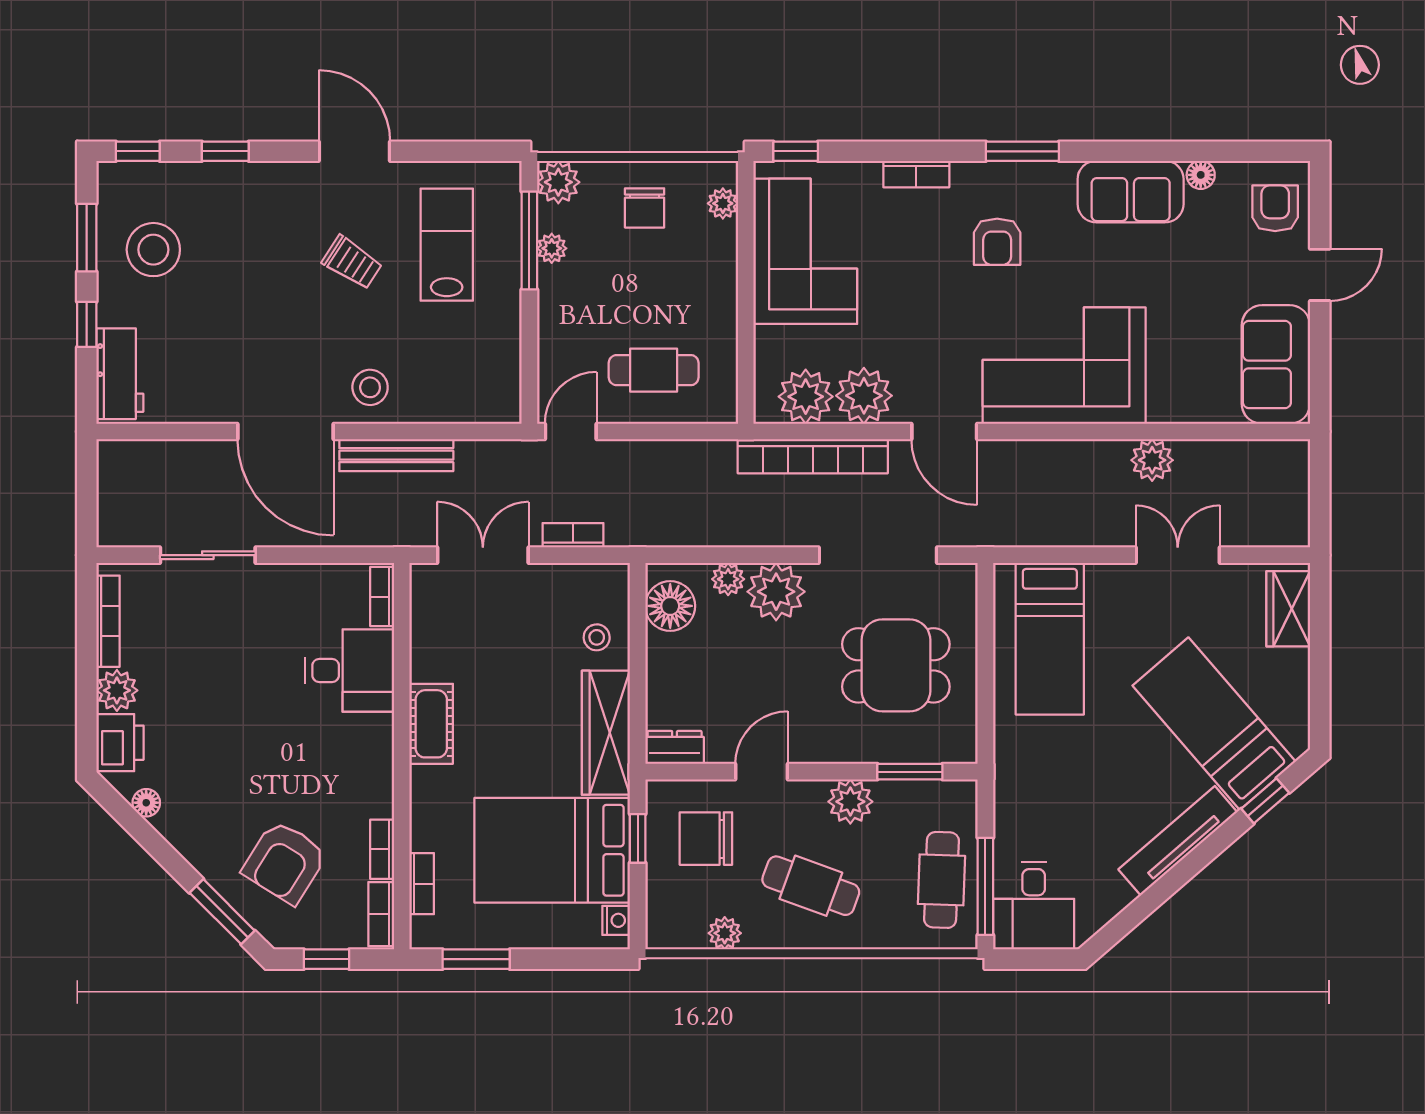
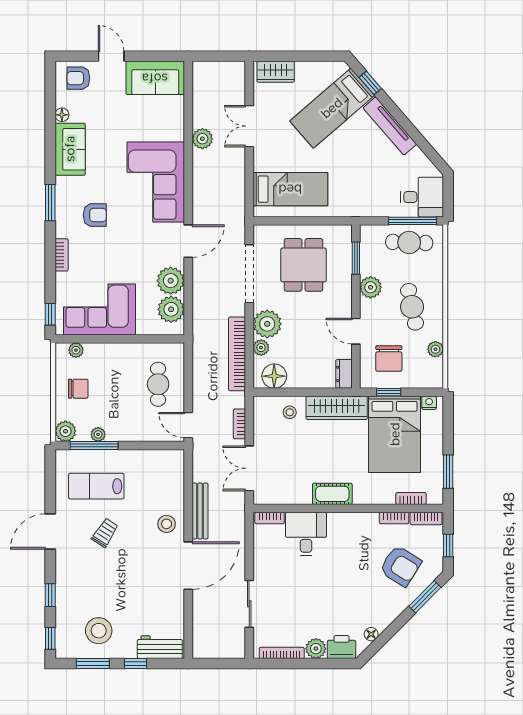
bookcase: (813, 456) -> (237, 354), moved, turned 180
cafe table: (811, 886) -> (412, 307), turned -32

